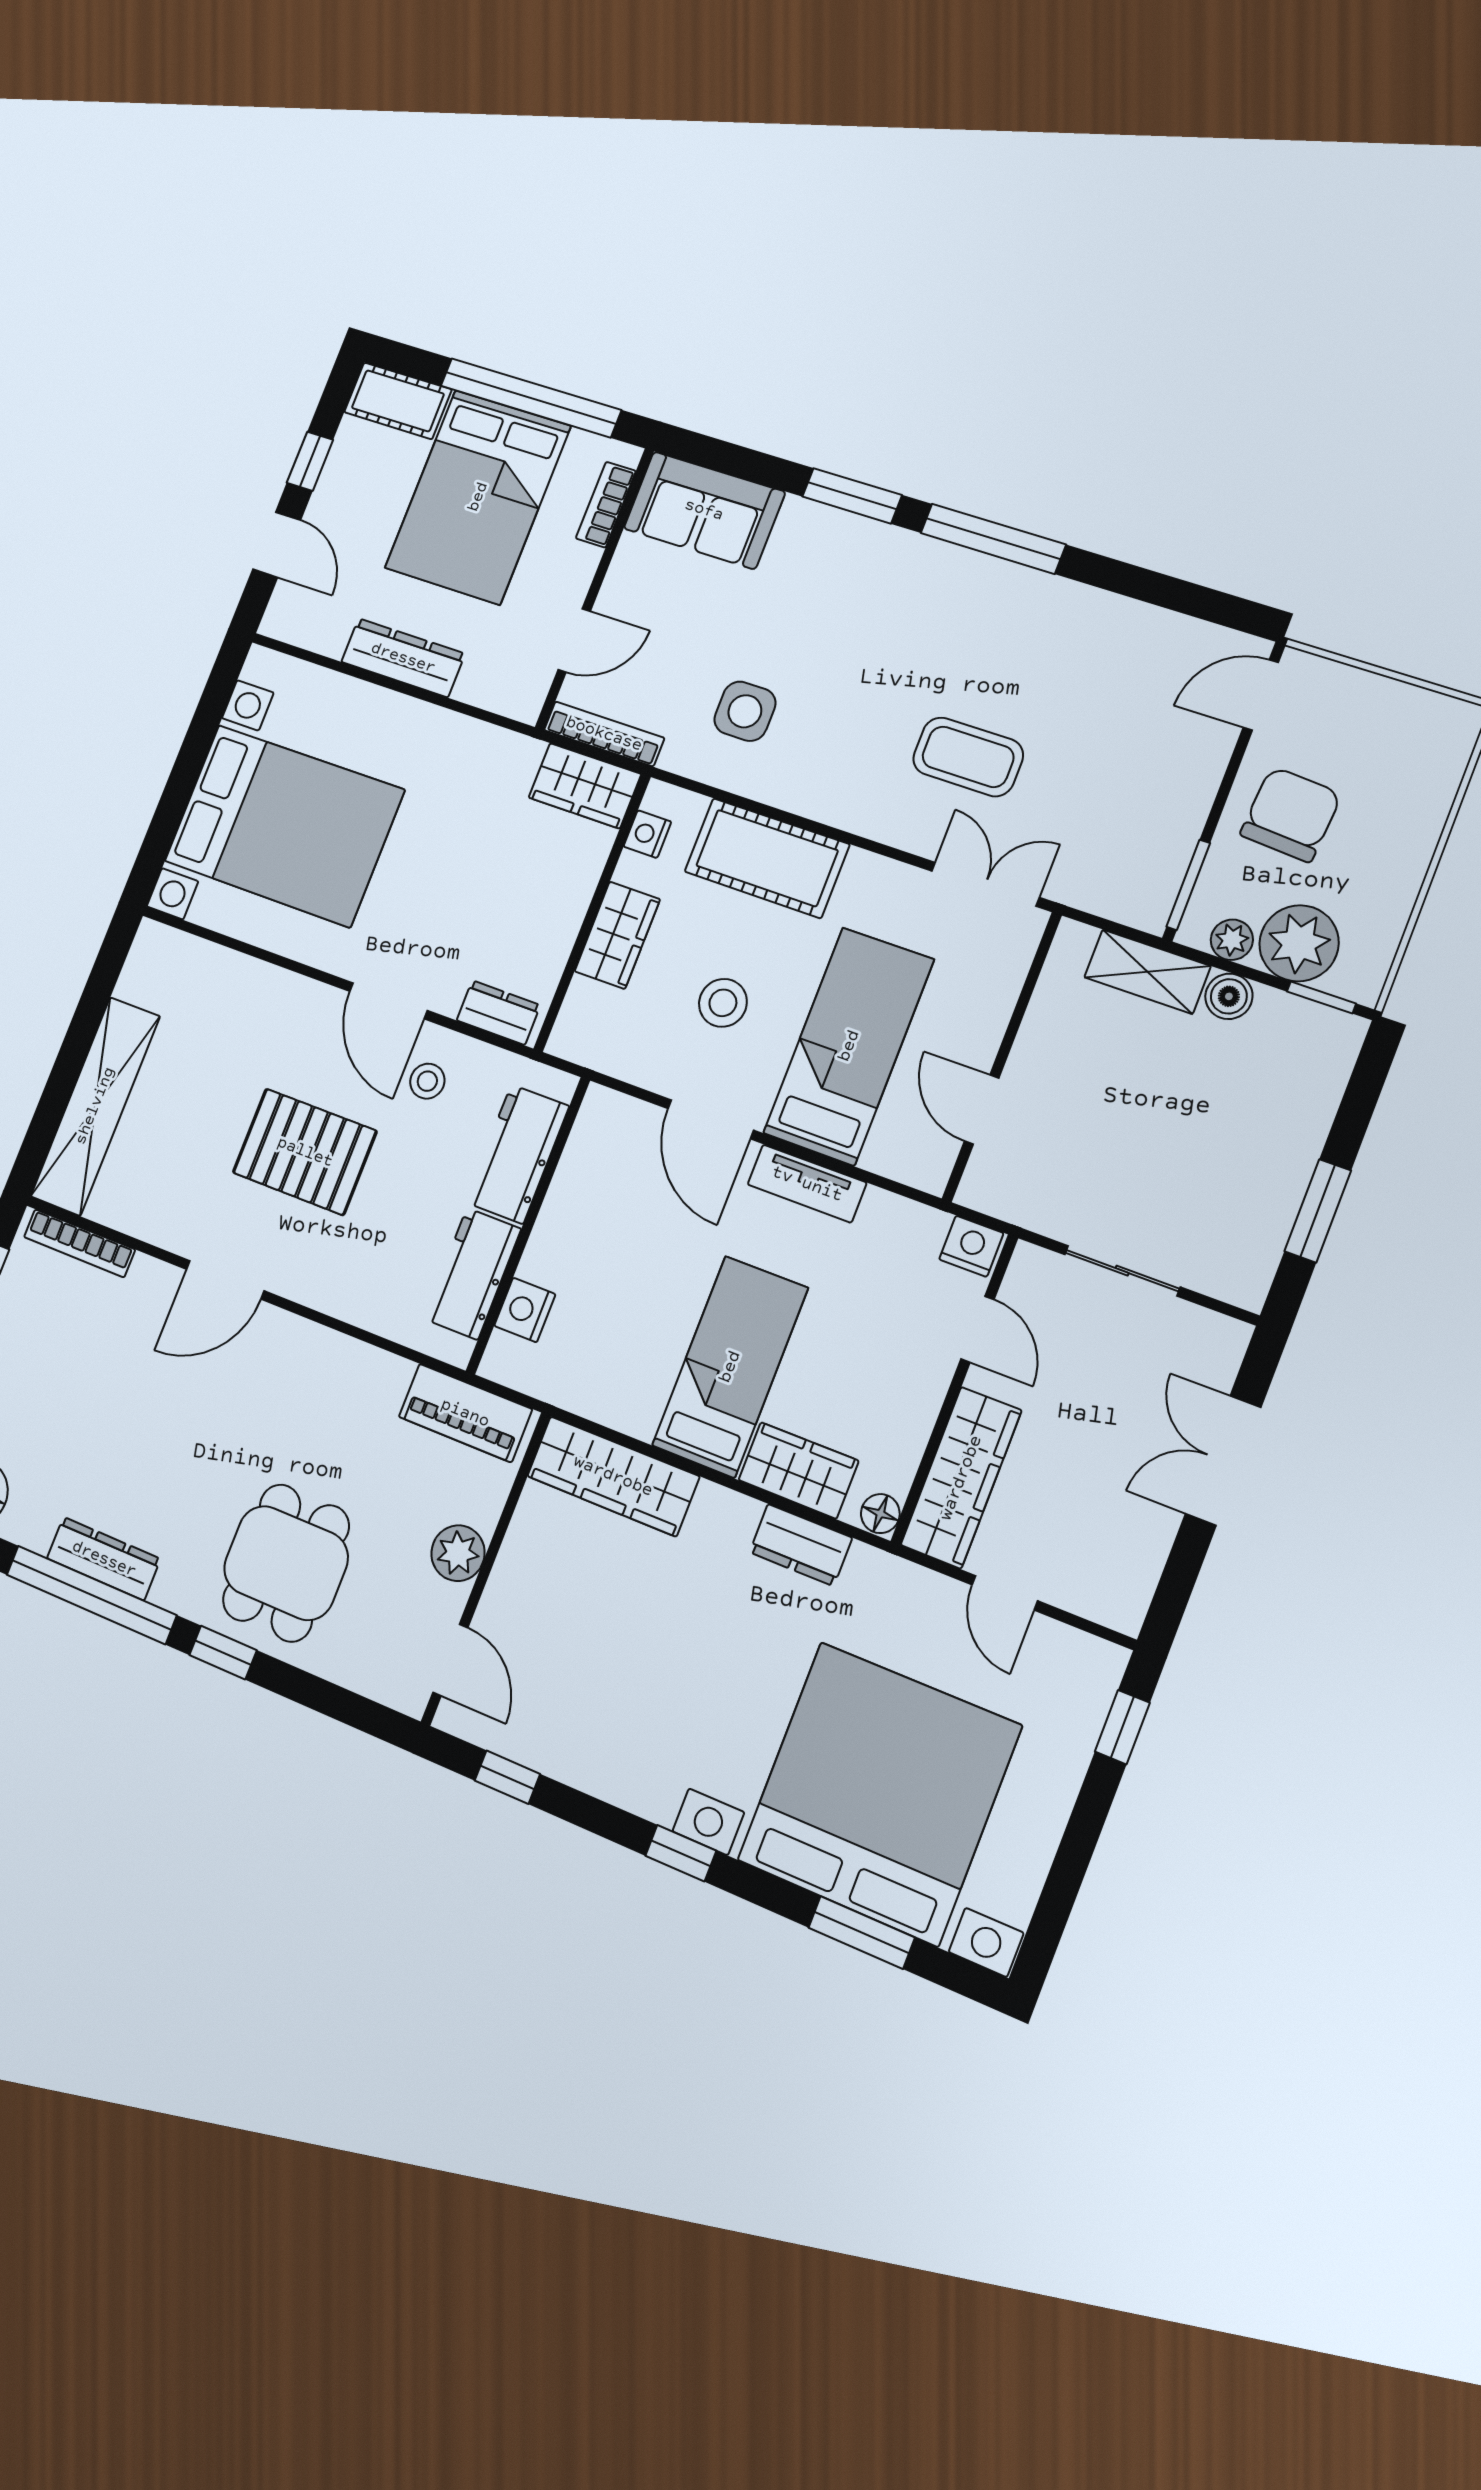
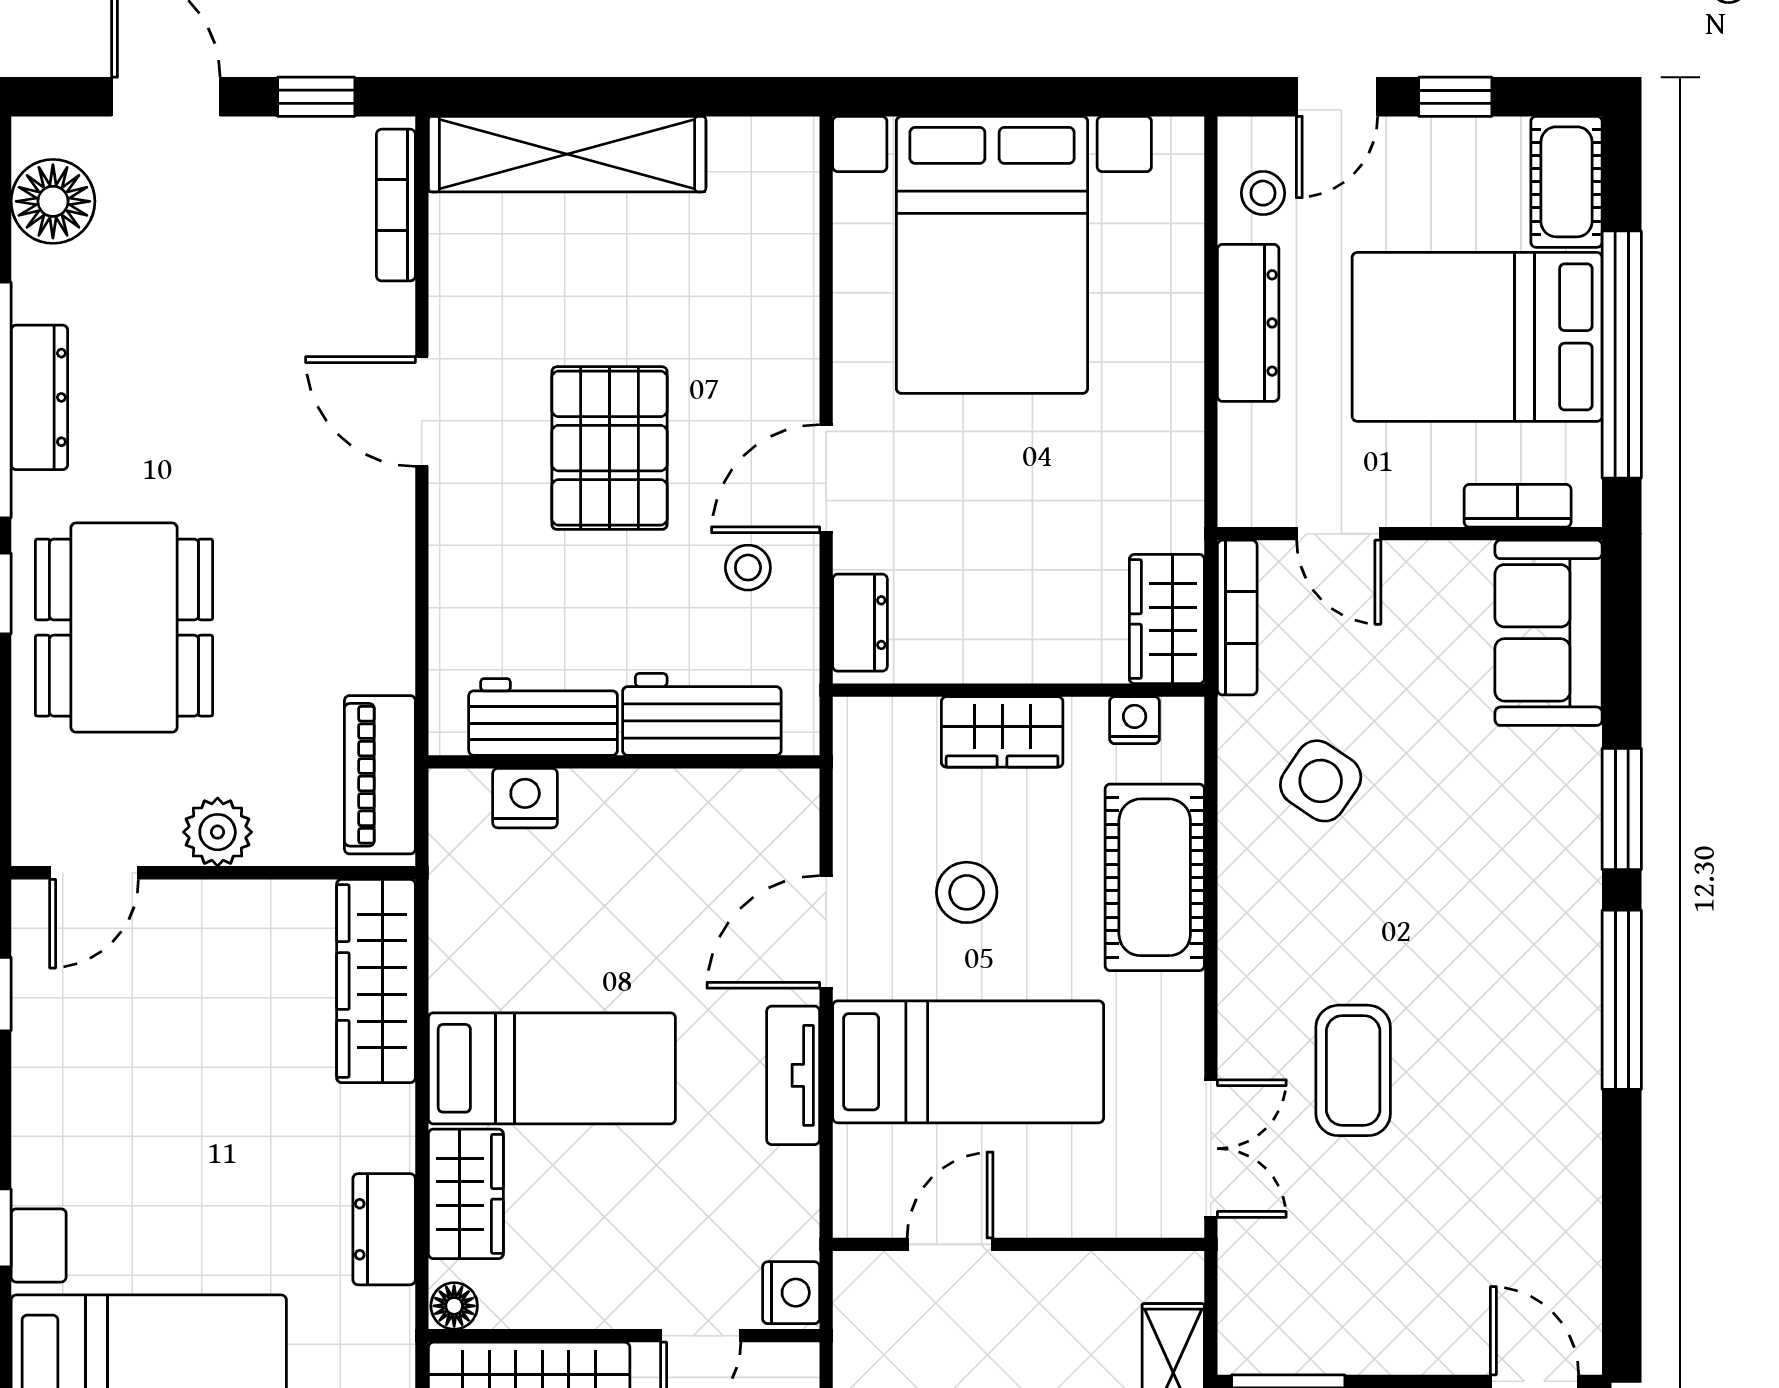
stool: (320, 618) -> (1263, 193), added
side table: (745, 711) -> (1321, 781), turned 34
dining table: (286, 1563) -> (124, 628), width x1.38

